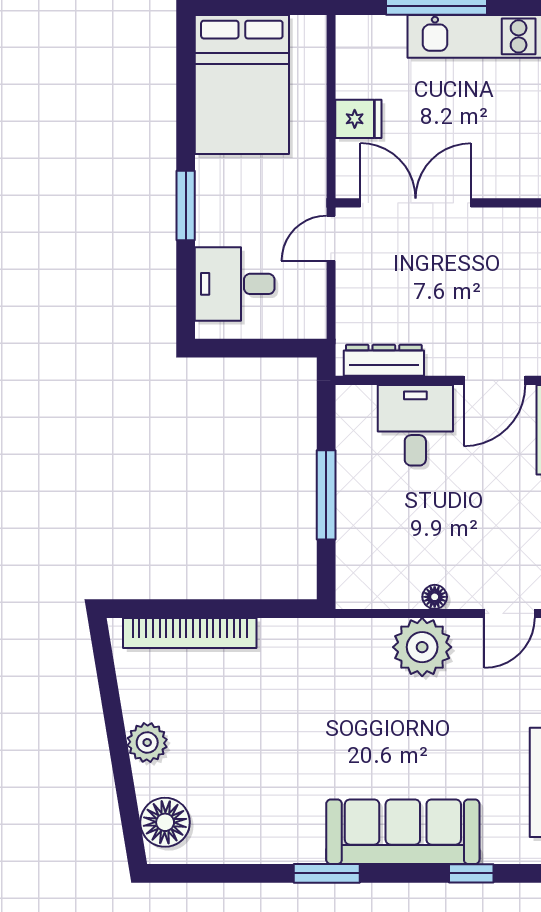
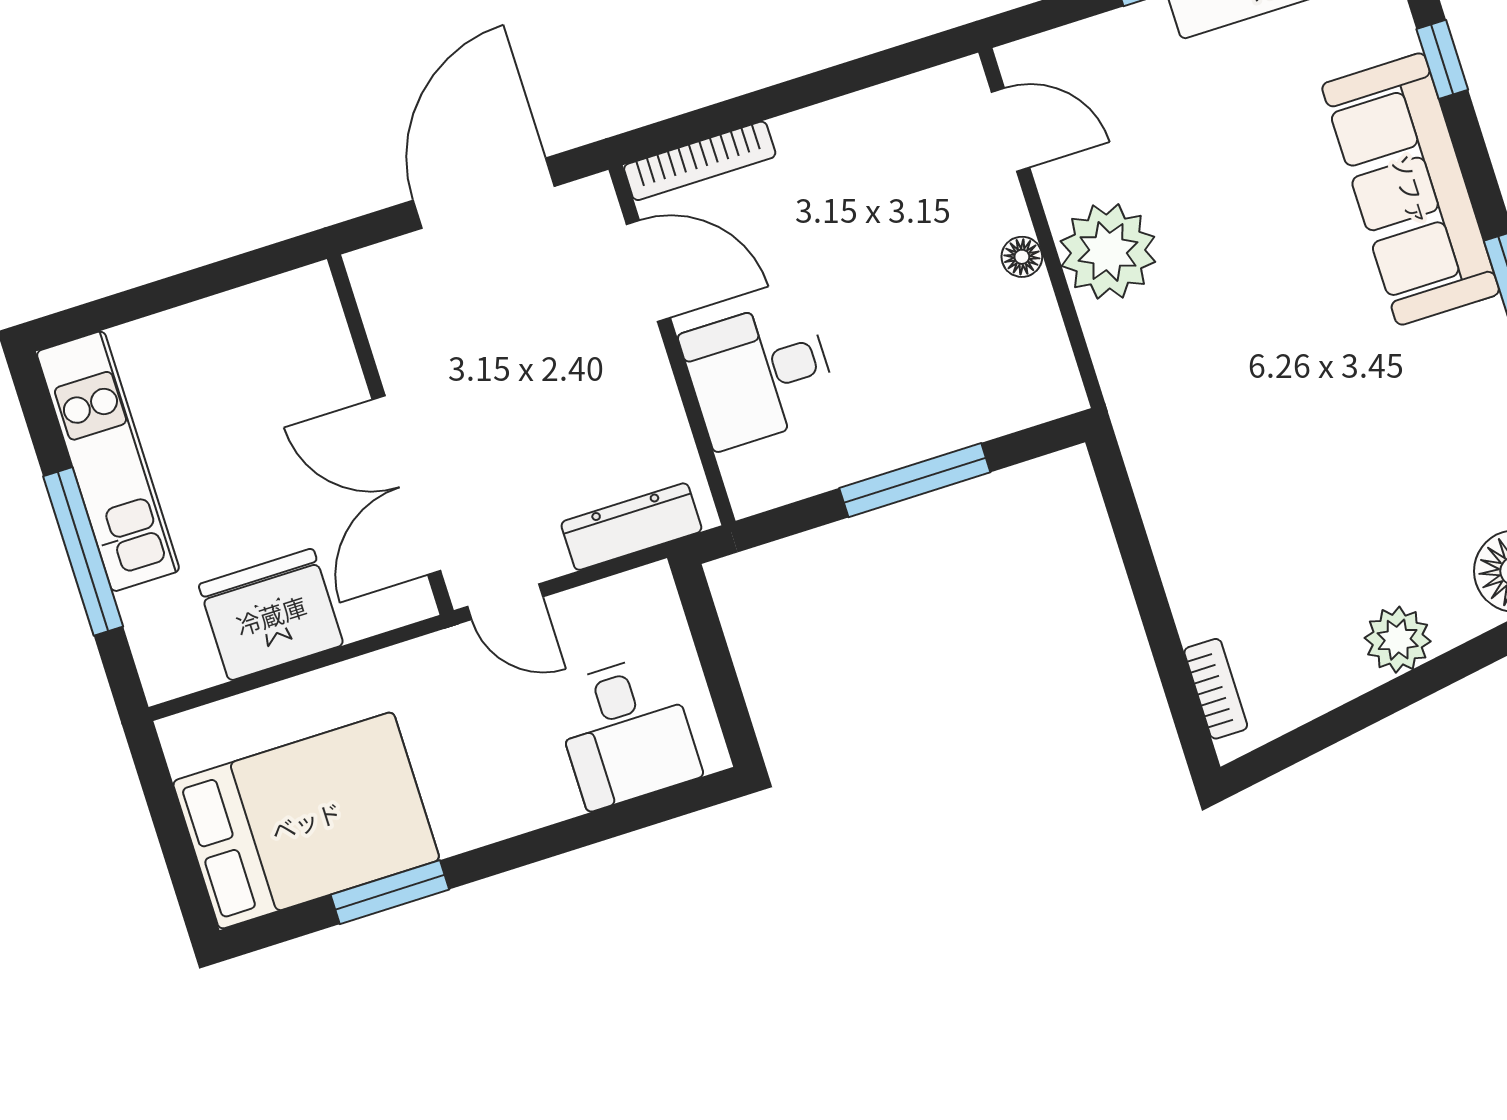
fridge: (358, 119) -> (271, 615), width x1.88, depth x1.34
window: (186, 206) -> (390, 892), moved
dresser: (384, 360) -> (631, 527), moved, turned 90
bookcase: (190, 633) -> (1216, 689), width x0.43, depth x0.76

